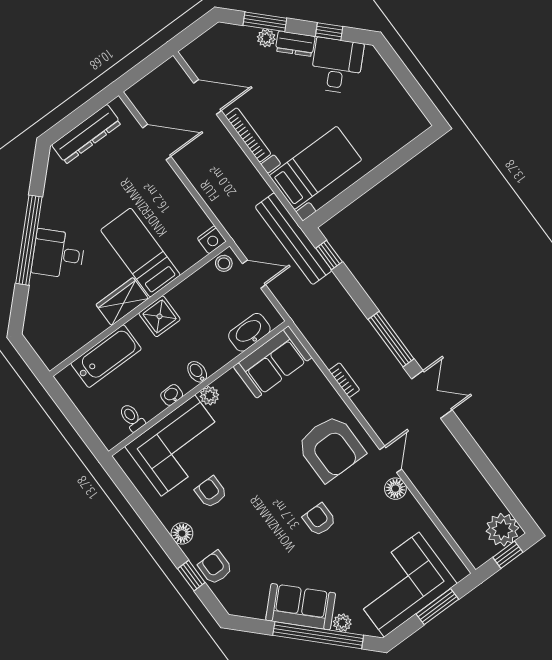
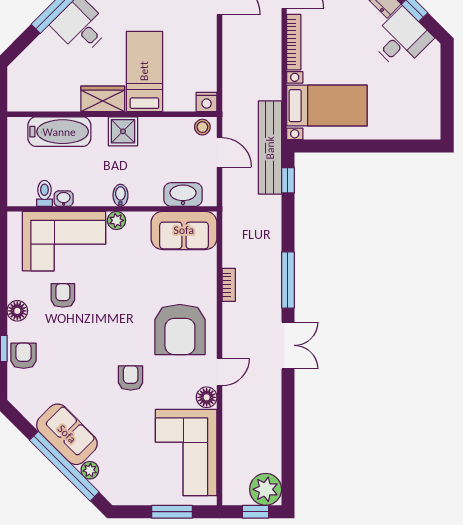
washbasin: (172, 395) -> (64, 199), moved
corner sofa: (402, 585) -> (186, 452), moved, turned -90

